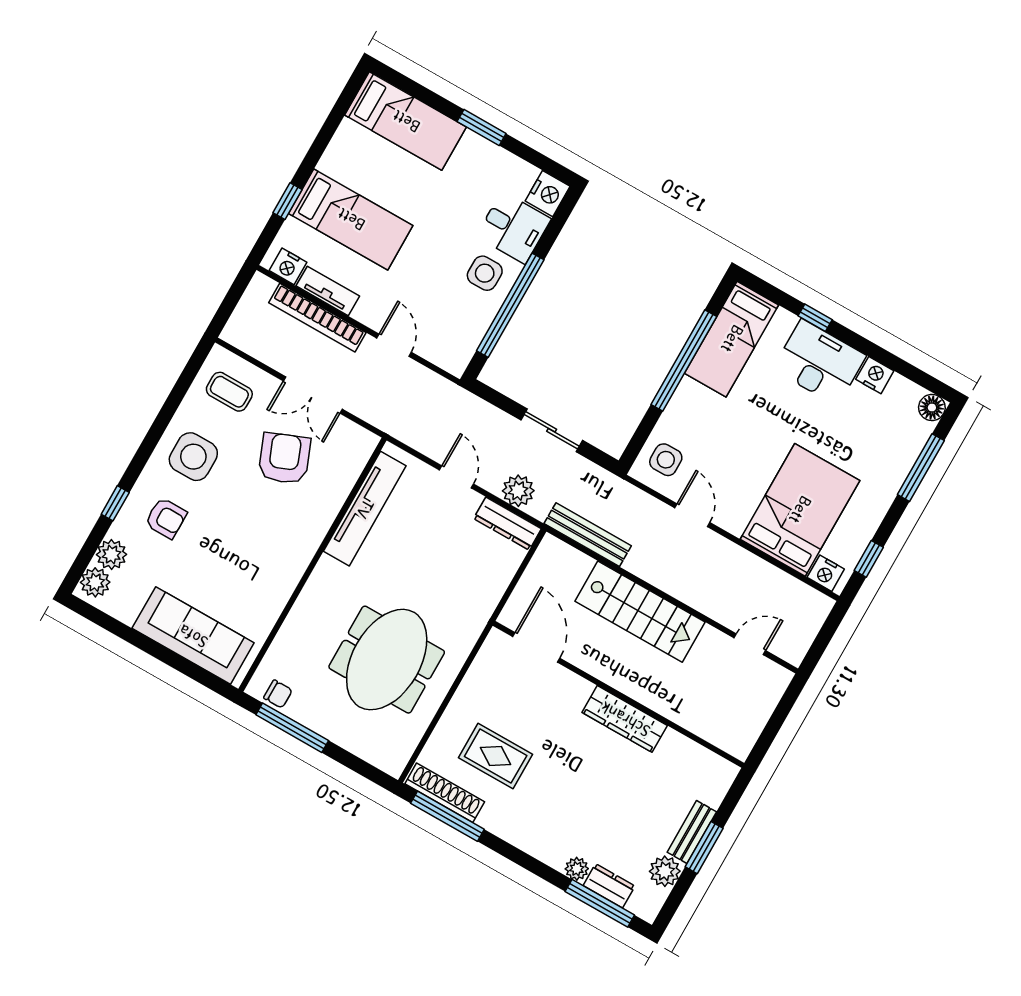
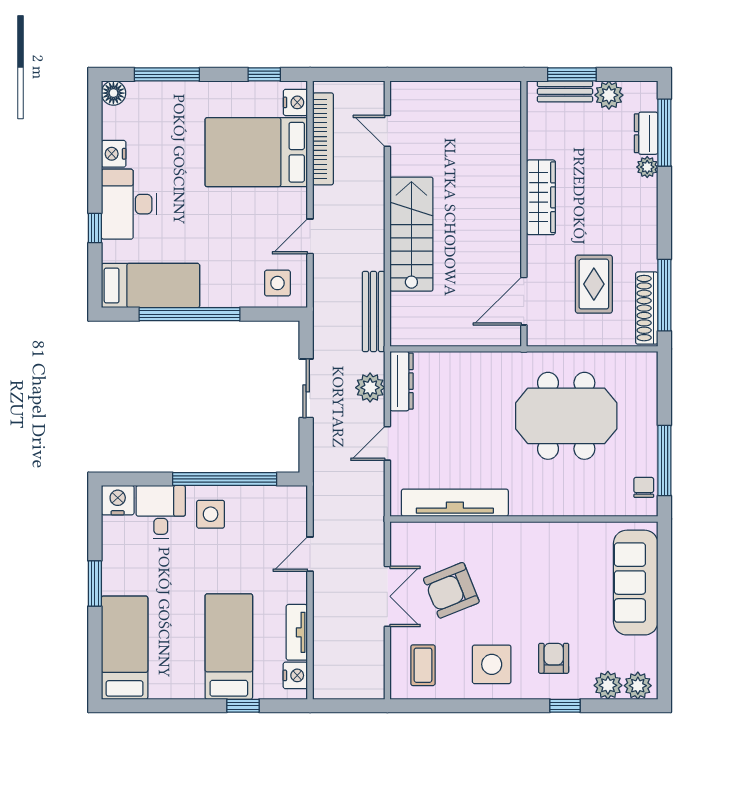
bookcase: (317, 318) -> (323, 139), moved
door: (536, 647) -> (524, 301), moved
wall: (618, 694) -> (524, 214), moved
wardrobe: (625, 719) -> (541, 197), moved

